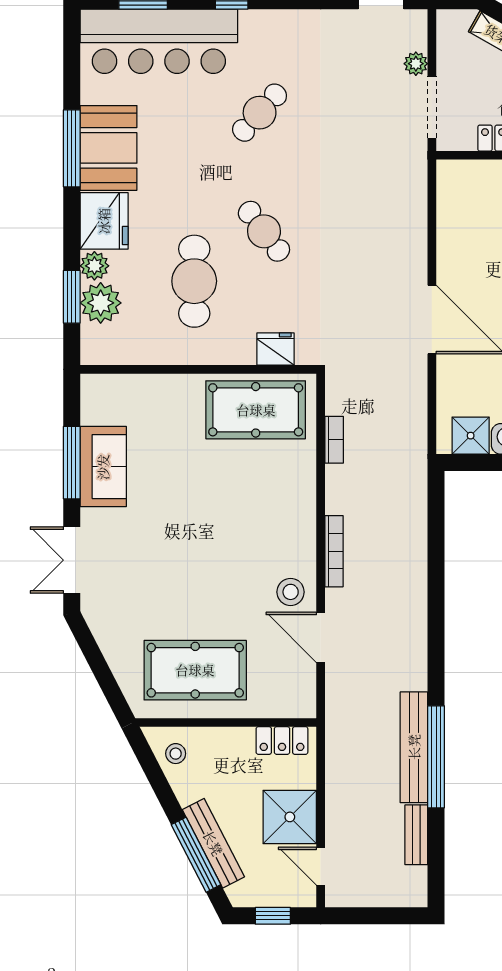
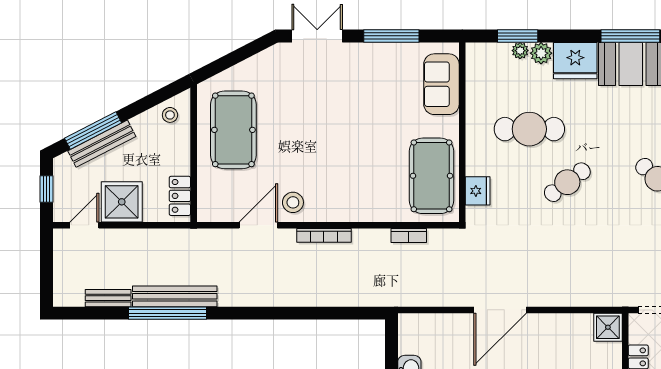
plant: (101, 303) -> (520, 51), width x0.53, depth x0.53
shower: (471, 436) -> (608, 327), moved
sofa: (103, 467) -> (441, 84), moved, turned 90

